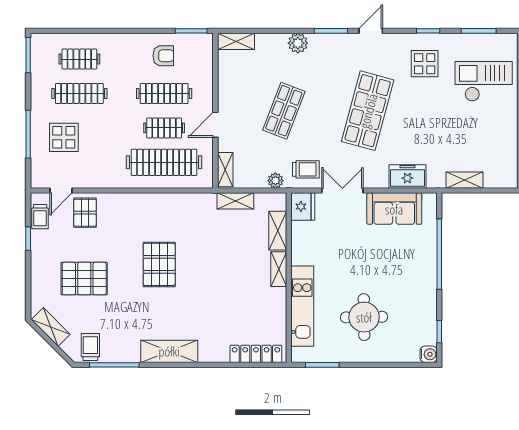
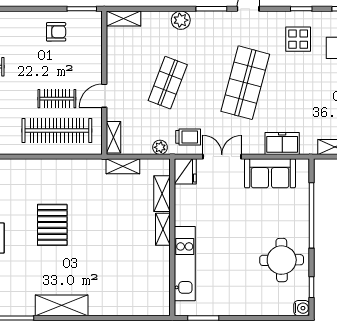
clothes rail: (164, 93) -> (57, 67), removed
round table: (364, 317) -> (282, 260), moved
locker: (256, 354) -> (142, 308), removed

